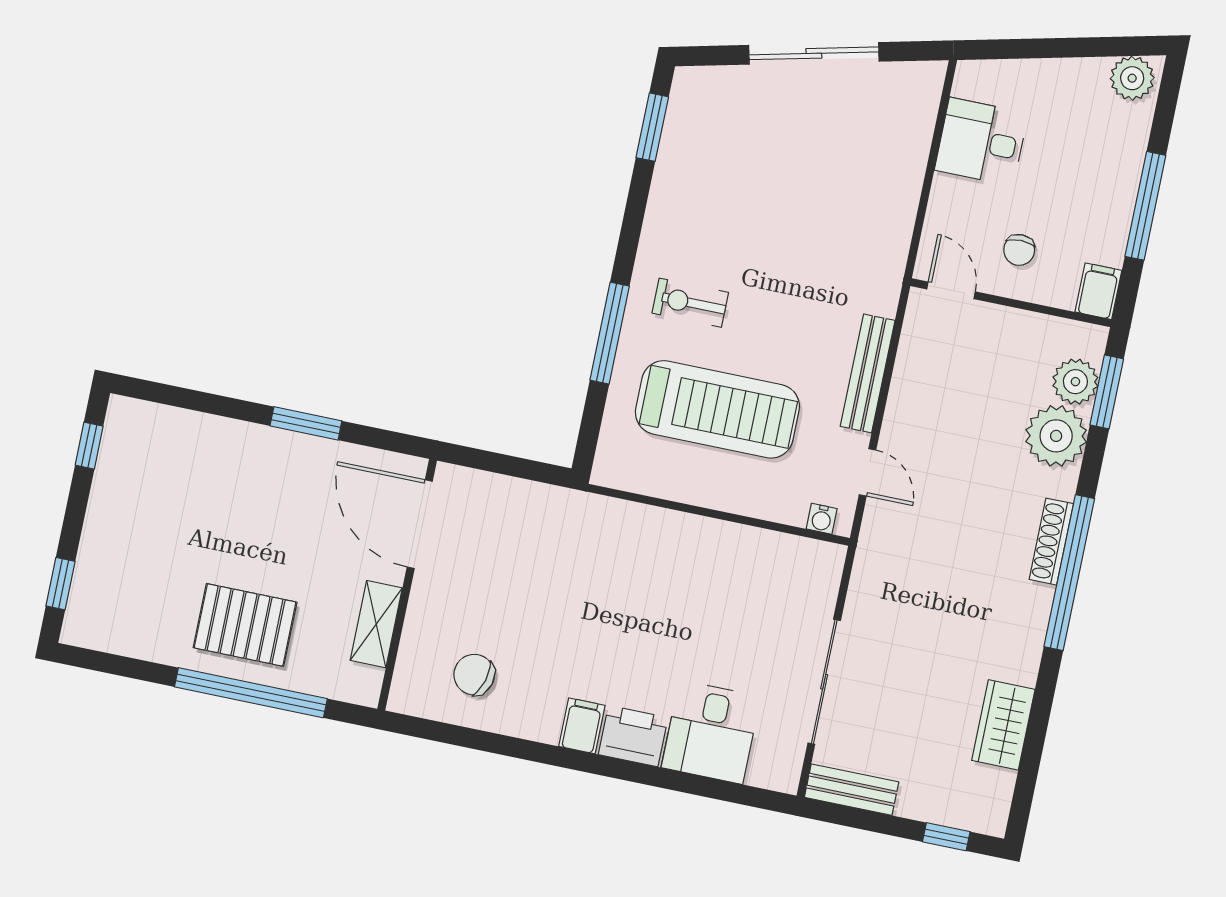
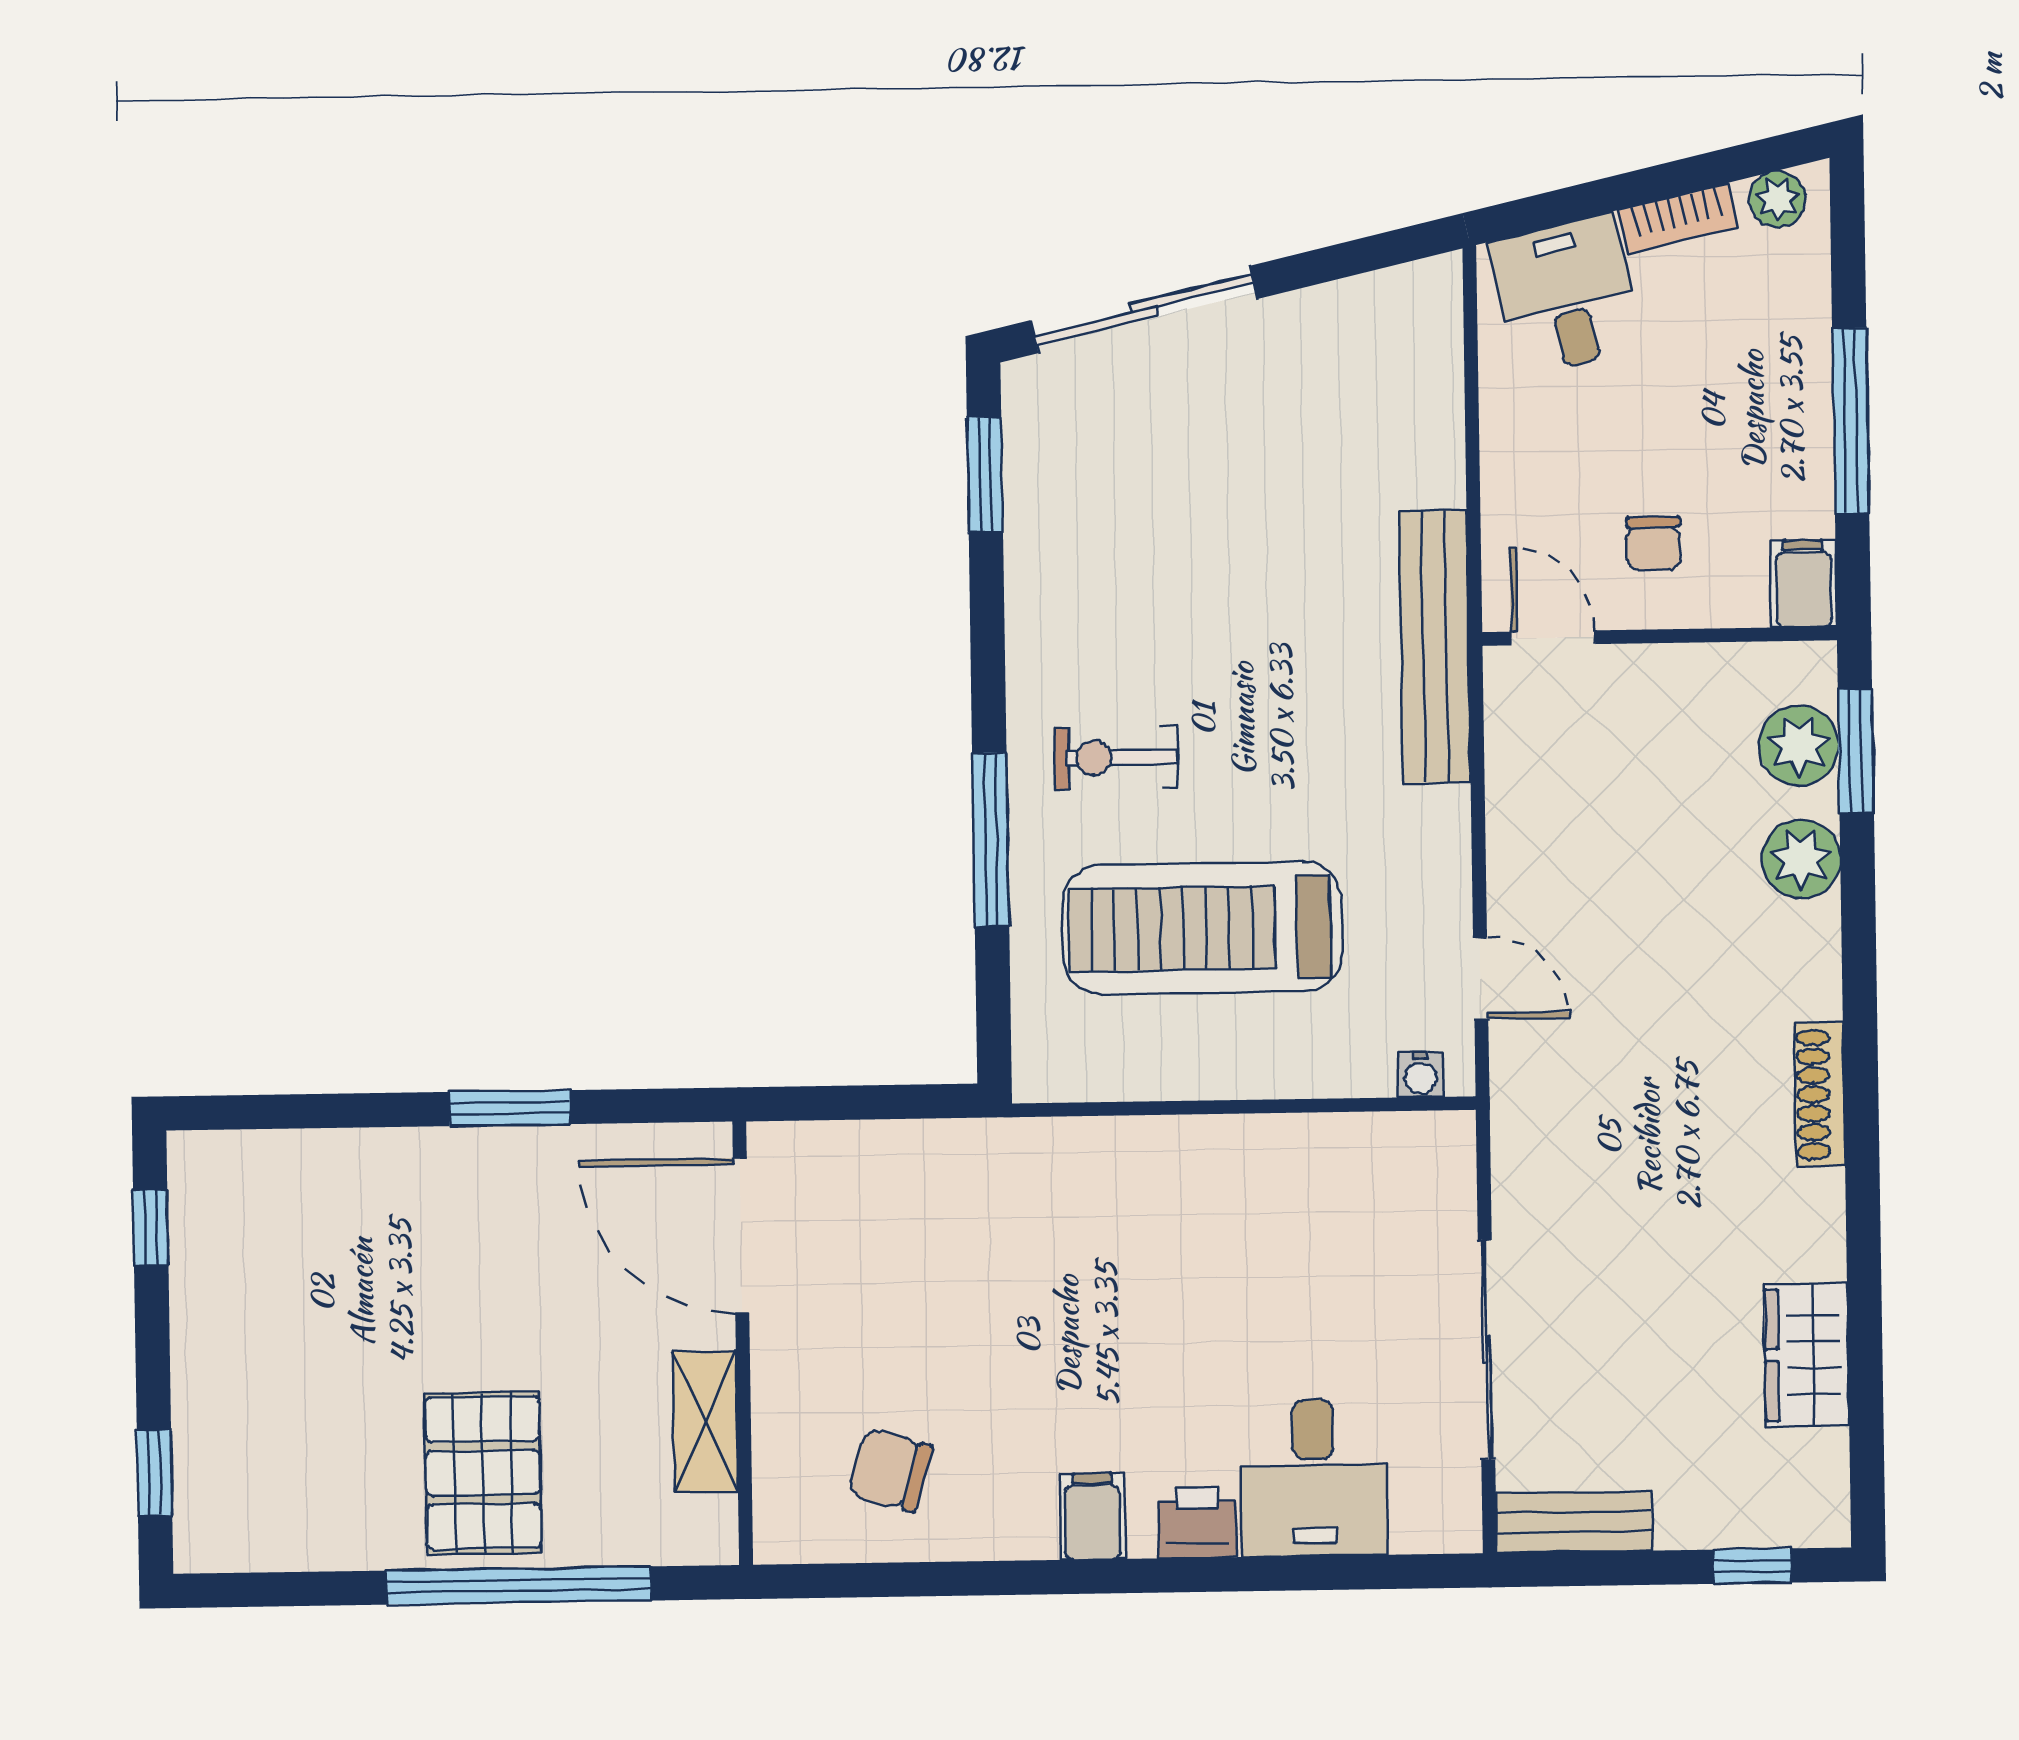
sliding door: (814, 53) -> (1144, 310), moved
bookcase: (1074, 70) -> (1679, 218), added
plant: (1132, 78) -> (1777, 199), width x0.73, depth x0.73
desk: (981, 142) -> (1566, 295), moved, turned 77
bench: (868, 373) -> (1435, 646), moved, width x1.37, depth x1.21
treadmill: (717, 409) -> (1202, 928), turned 180
plant: (1056, 436) -> (1801, 859), width x0.73, depth x0.73
shoe rack: (1051, 542) -> (1820, 1094), moved
window: (1069, 573) -> (1861, 1072), removed
pallet: (245, 625) -> (483, 1473), turned 90
printer: (633, 736) -> (1198, 1522), width x0.73, depth x0.81

